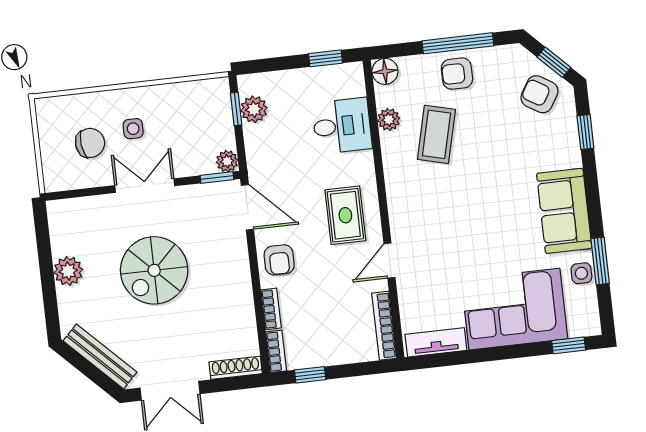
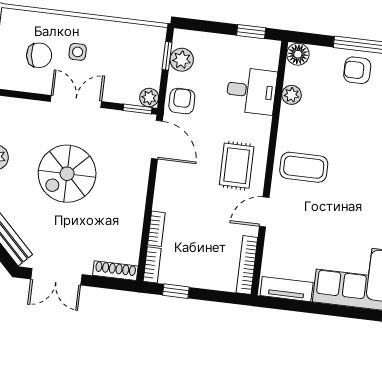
coffee table: (436, 134) -> (304, 167), moved, turned 76
armchair: (279, 260) -> (182, 101), moved, turned 180

